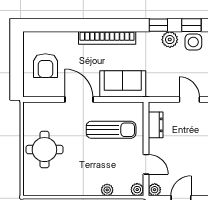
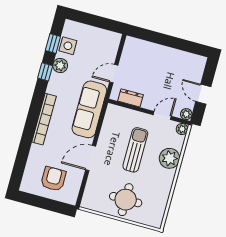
armchair: (45, 66) -> (53, 179), turned -90
sofa: (123, 84) -> (89, 109), width x1.36
door: (189, 100) -> (114, 74), moved
sun lounger: (111, 130) -> (135, 150), moved
plant: (107, 190) -> (169, 158), width x1.88, depth x1.88

